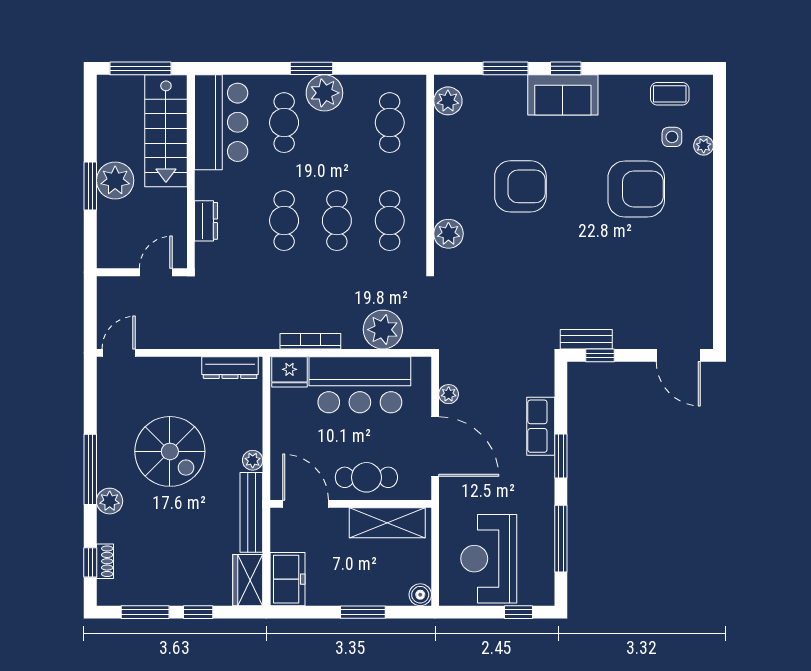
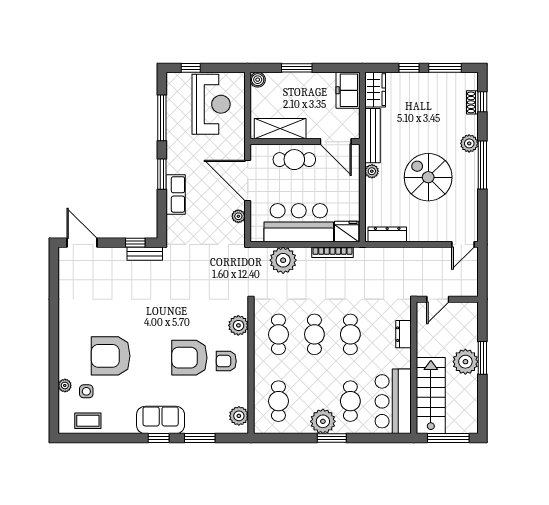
armchair: (466, 181) -> (226, 361), added

